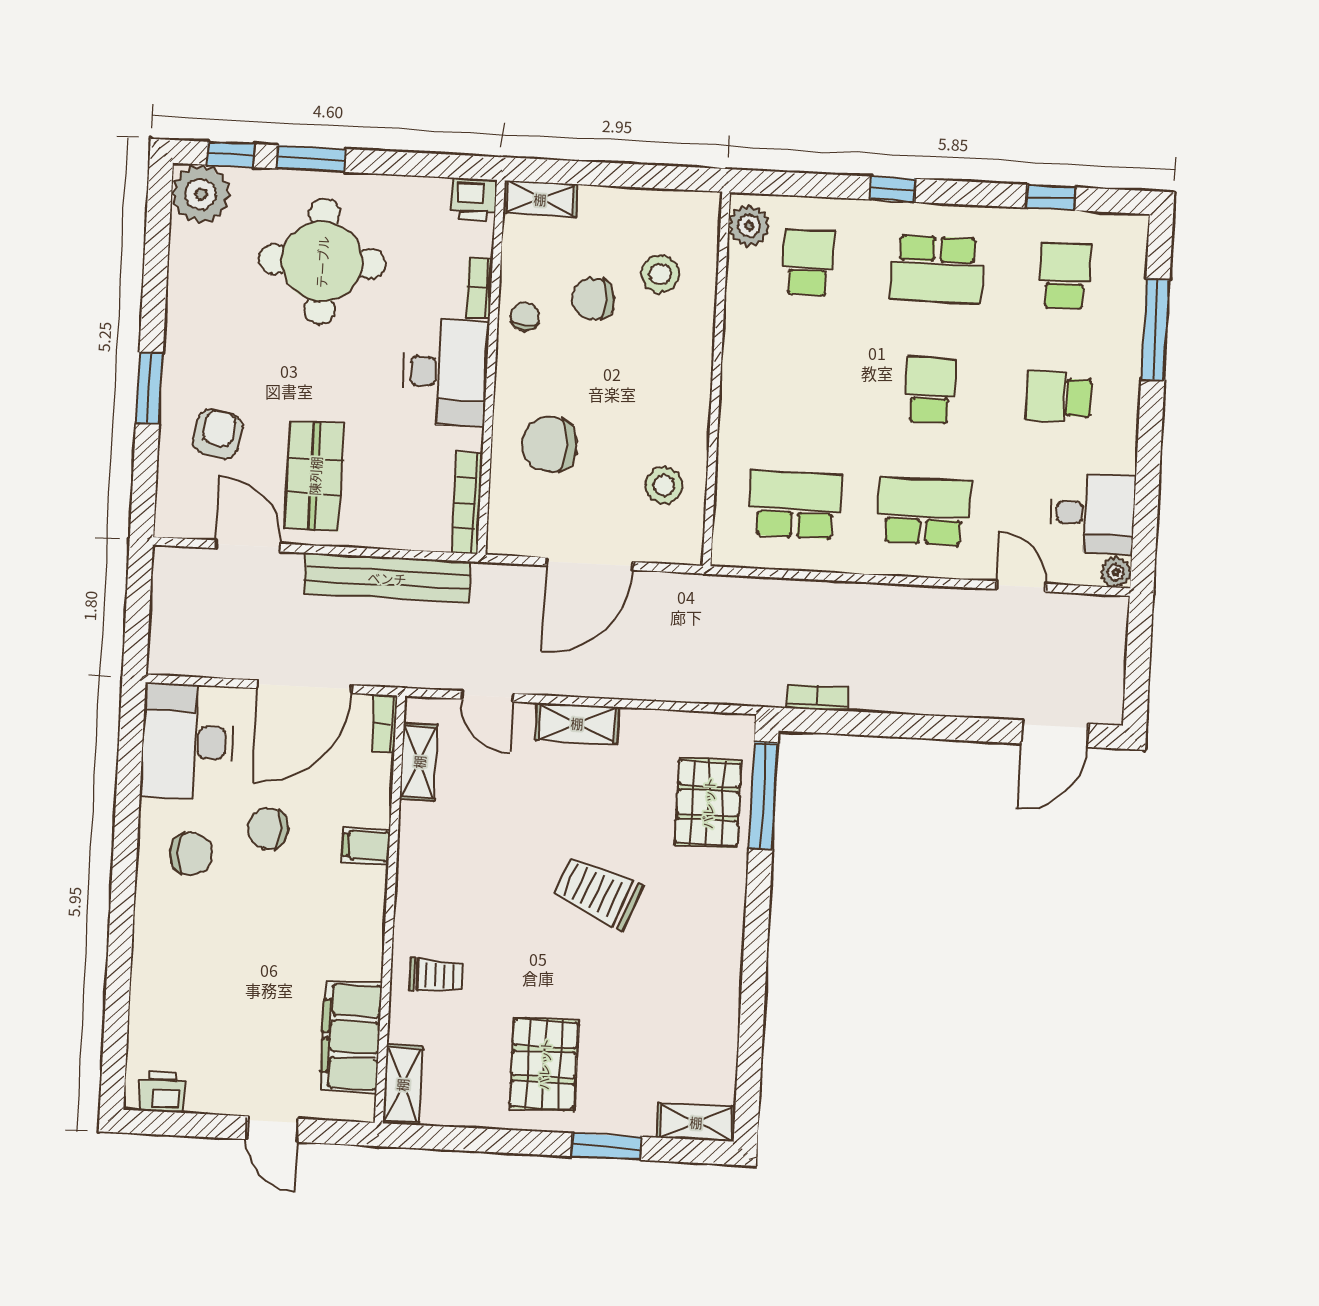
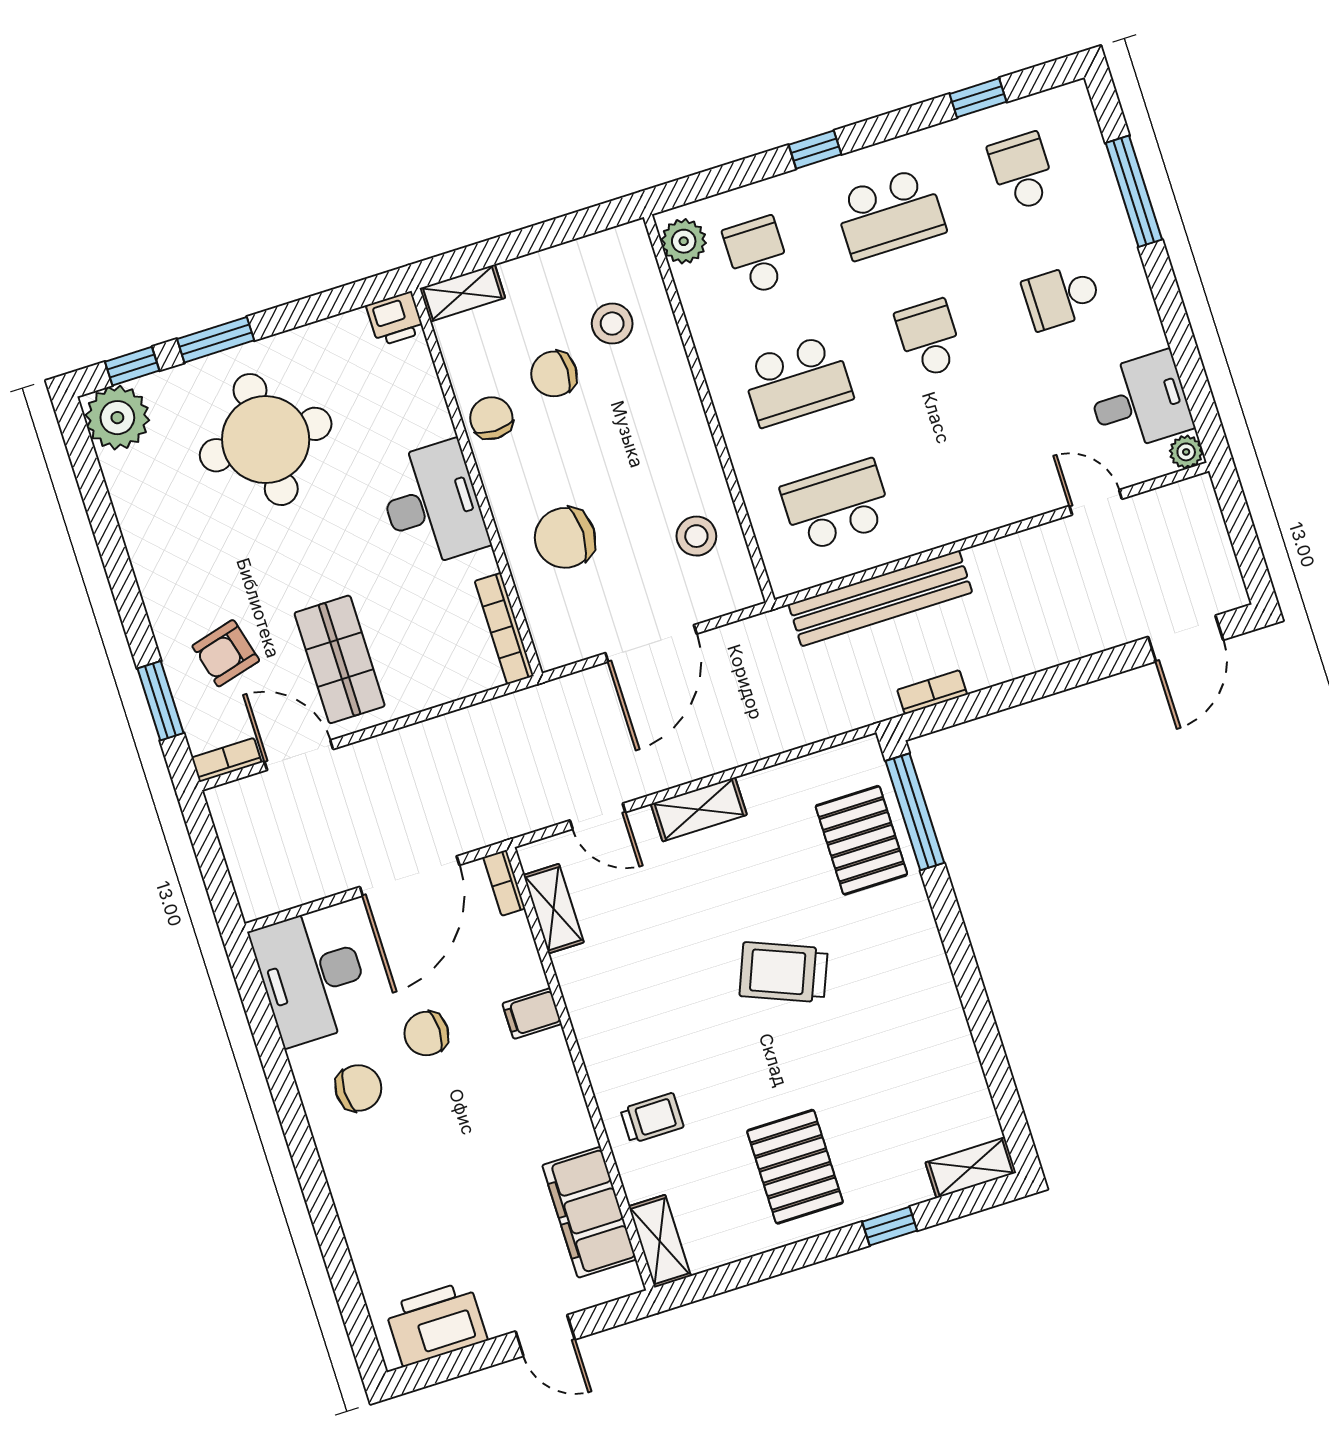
bookcase: (479, 288) -> (227, 760), moved, turned 90
chair: (525, 317) -> (491, 418), width x1.37, depth x1.37
window: (149, 388) -> (160, 701), moved
armchair: (218, 434) -> (226, 653), turned -116
school desk: (924, 511) -> (797, 381), moved, turned 180
bench: (387, 578) -> (880, 598), moved
printer: (162, 1092) -> (436, 1323), width x1.87, depth x1.48
window: (607, 1147) -> (890, 1226), width x0.67

